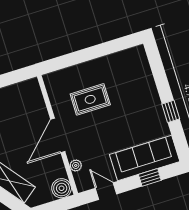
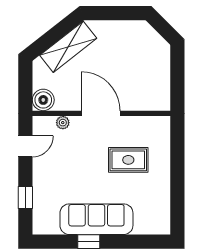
rug: (90, 99) -> (128, 160), turned 90
sofa: (145, 158) -> (96, 219), moved, turned -90

